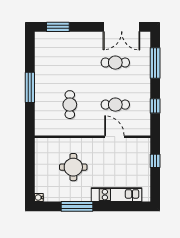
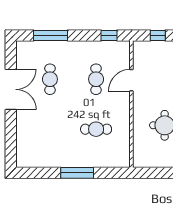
window: (58, 27) -> (11, 142), removed
double door: (122, 27) -> (11, 89), moved
window: (155, 106) -> (109, 35), moved

